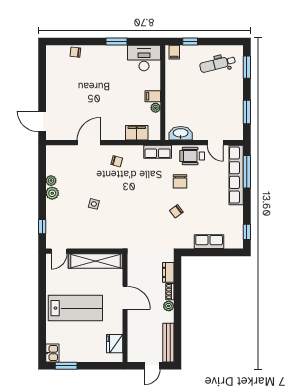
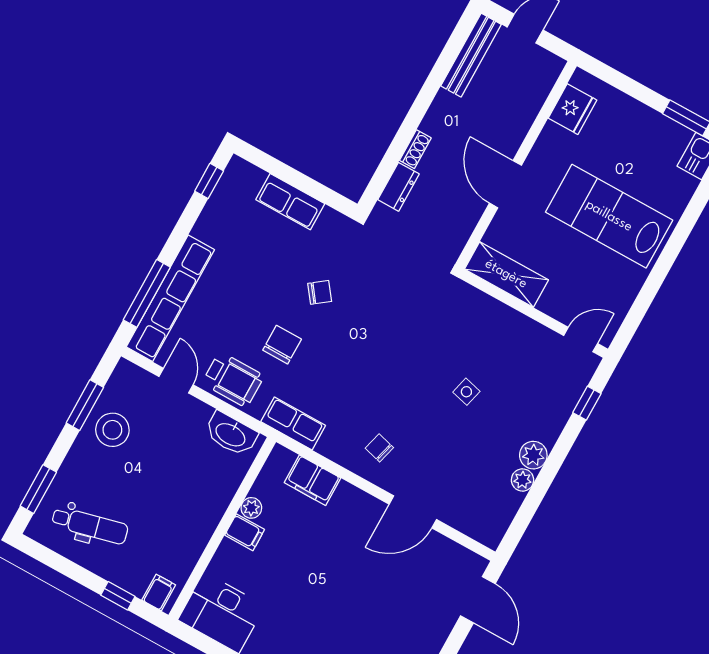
stool: (230, 108) -> (112, 430), added
shelving: (96, 261) -> (506, 274), width x0.68
plant: (169, 306) -> (433, 124), removed

